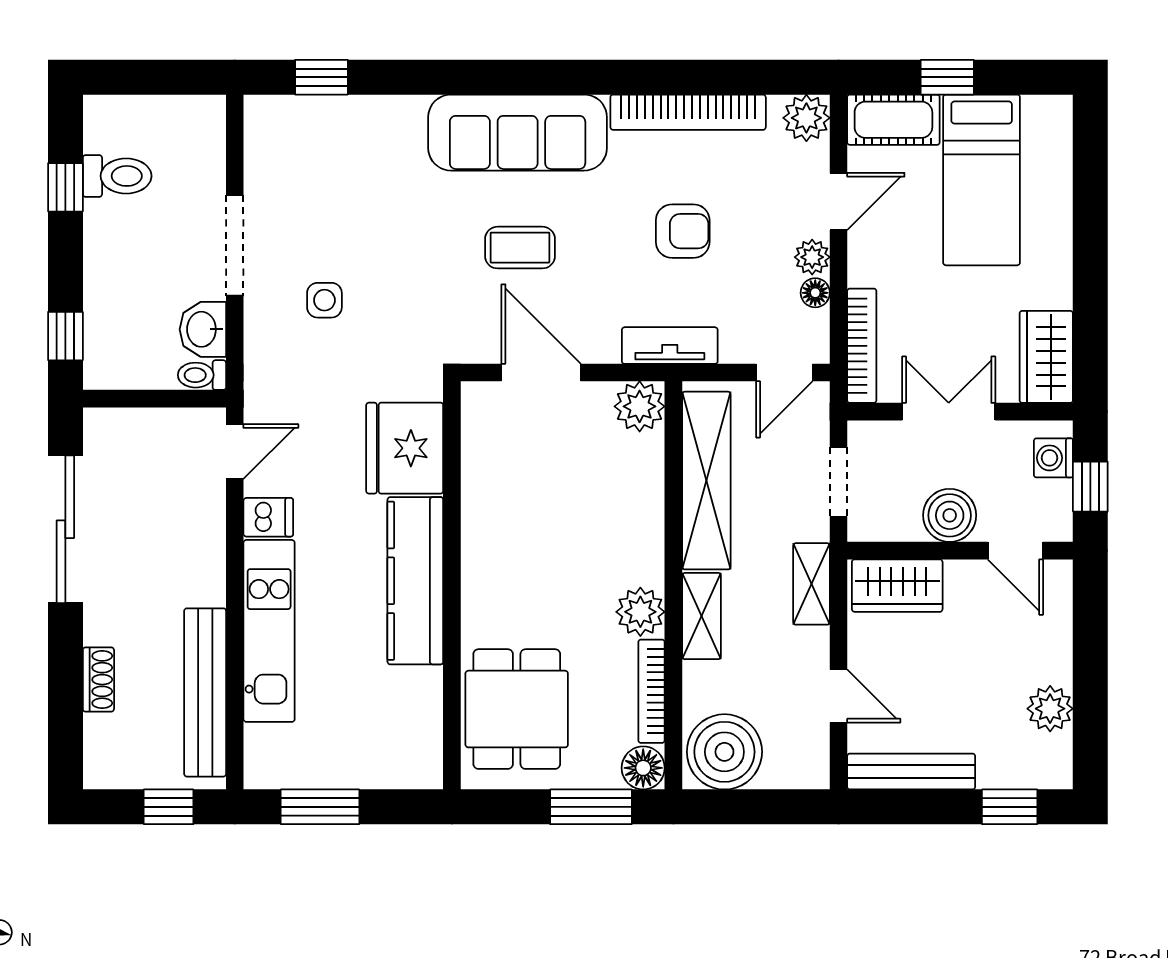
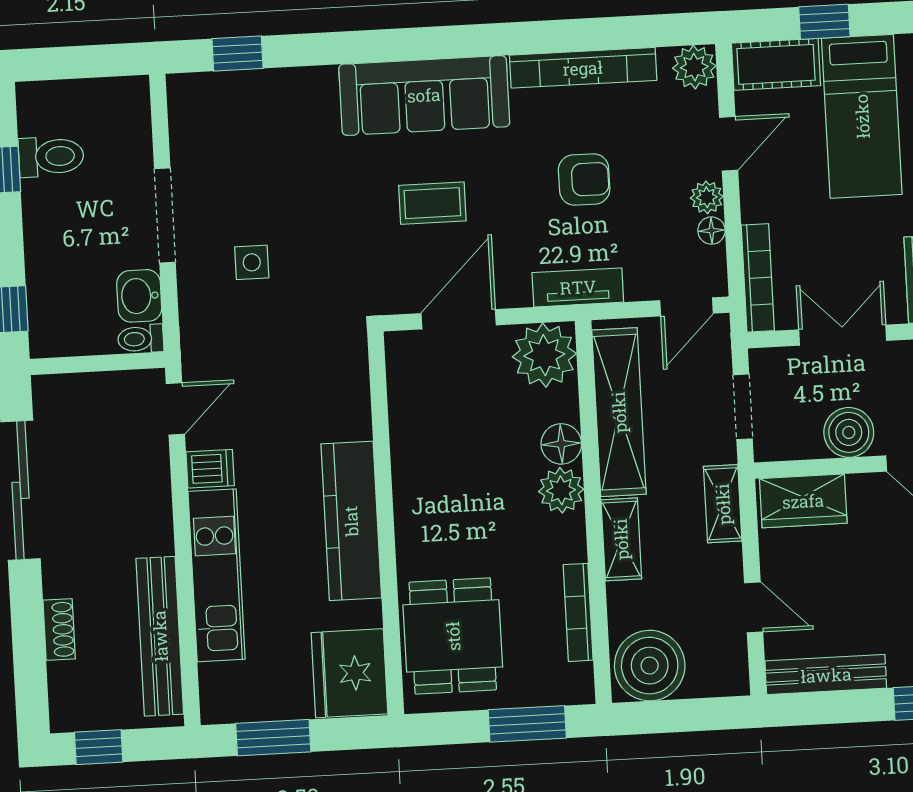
door: (541, 373) -> (459, 319), hinge flipped
plant: (640, 406) -> (544, 355), width x1.36, depth x1.36
fridge: (405, 448) -> (349, 673), moved
plant: (640, 612) -> (561, 490), moved
floor lamp: (643, 768) -> (561, 444), moved
window: (169, 807) -> (99, 747), moved

